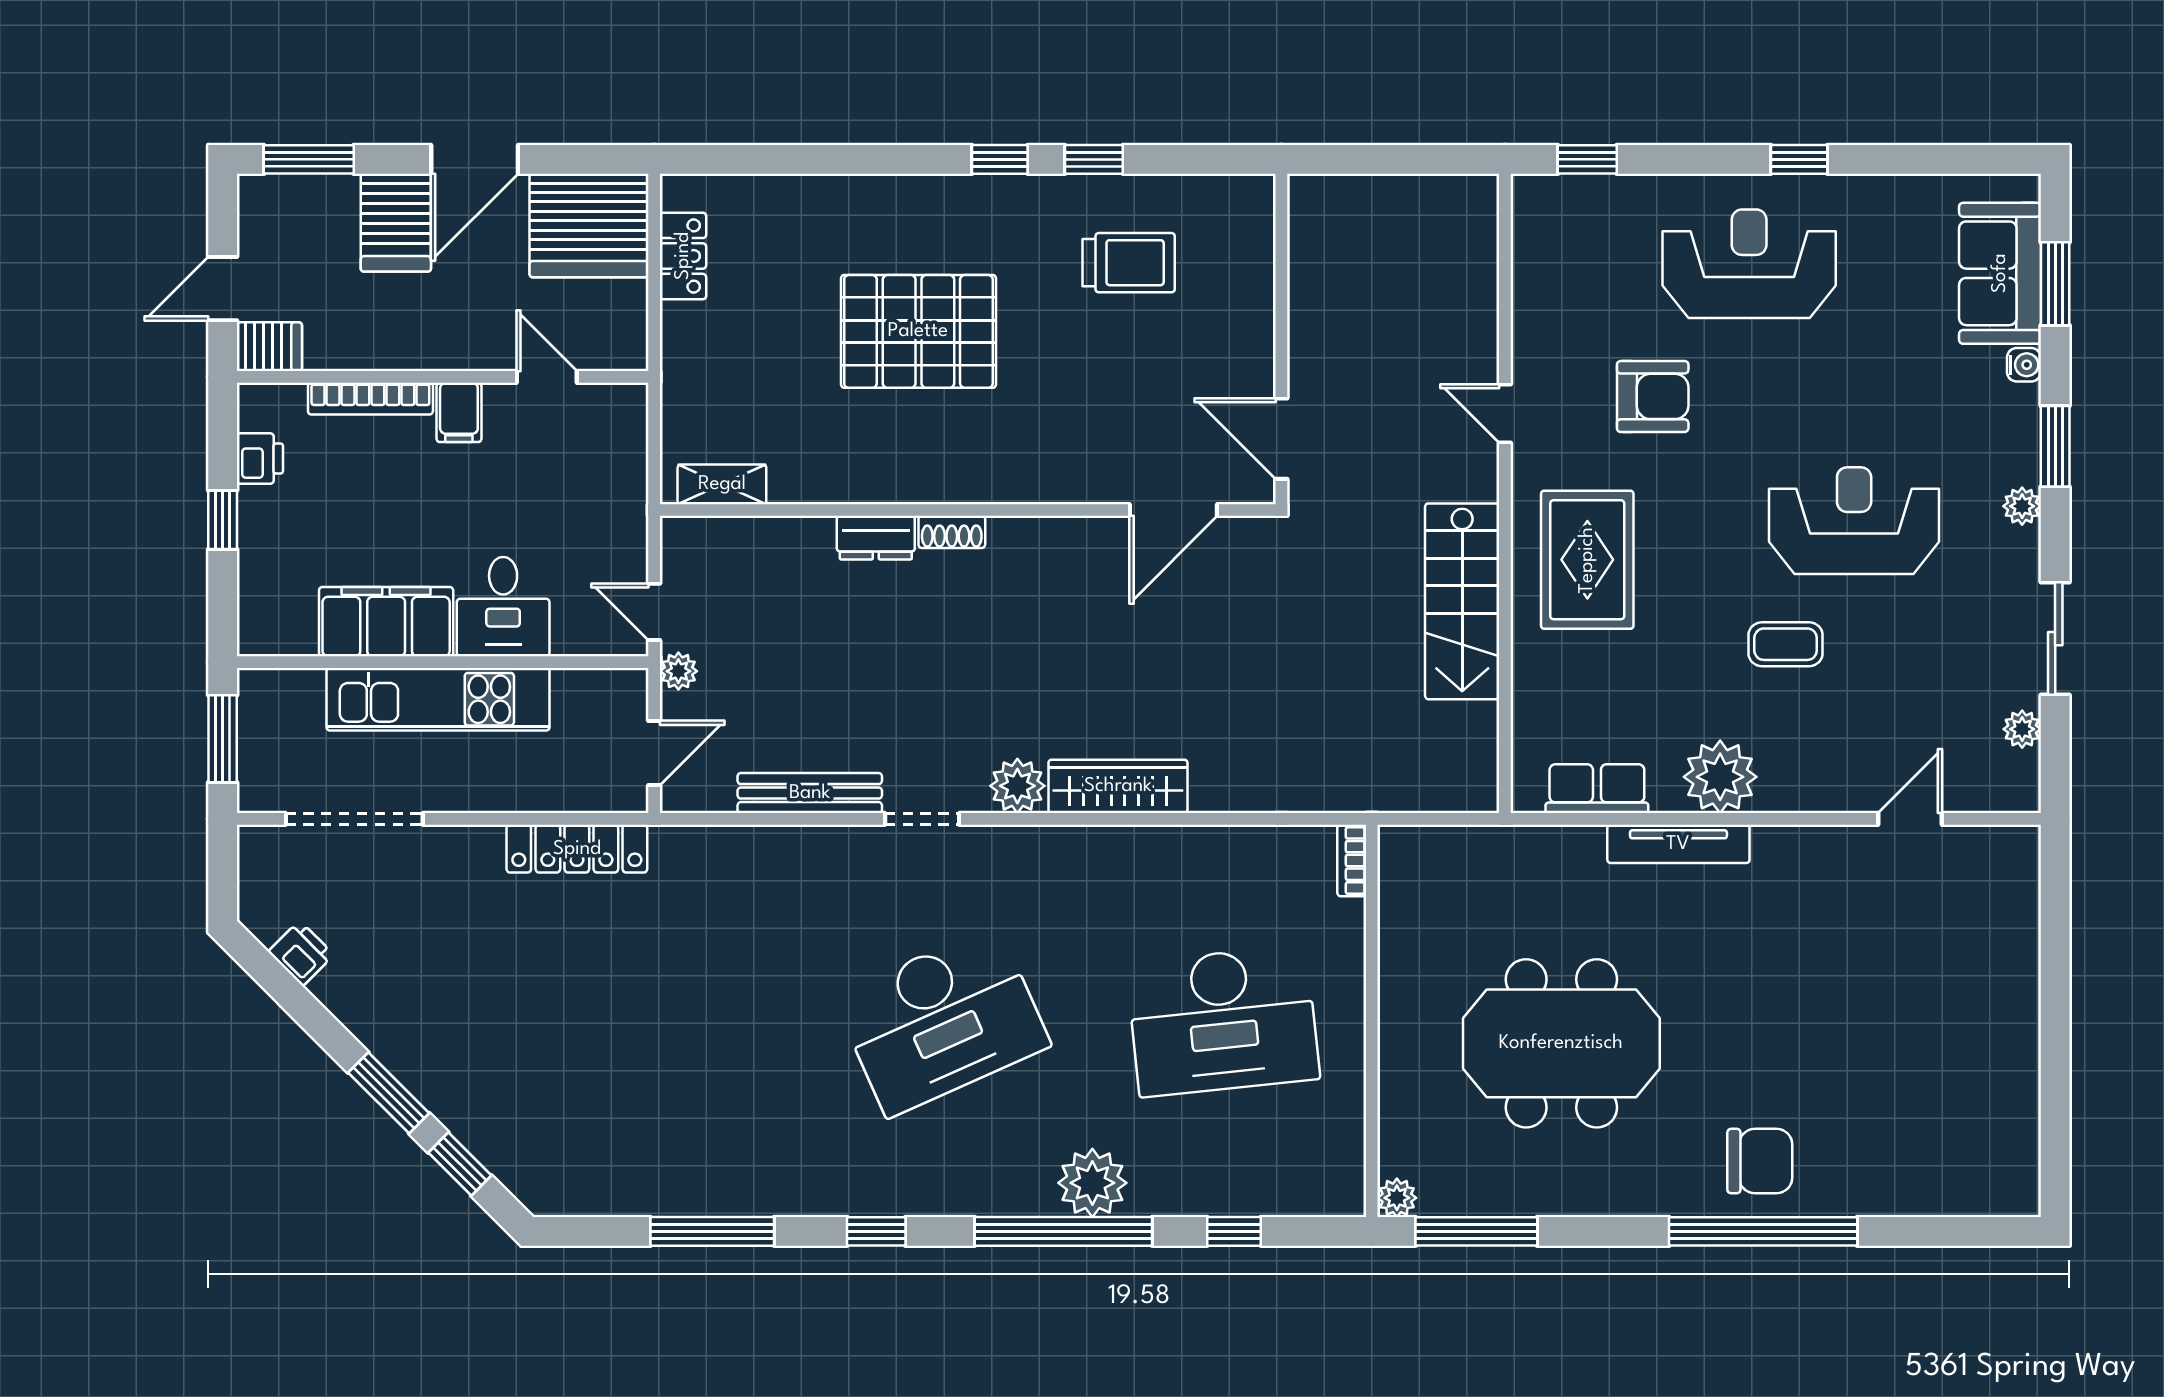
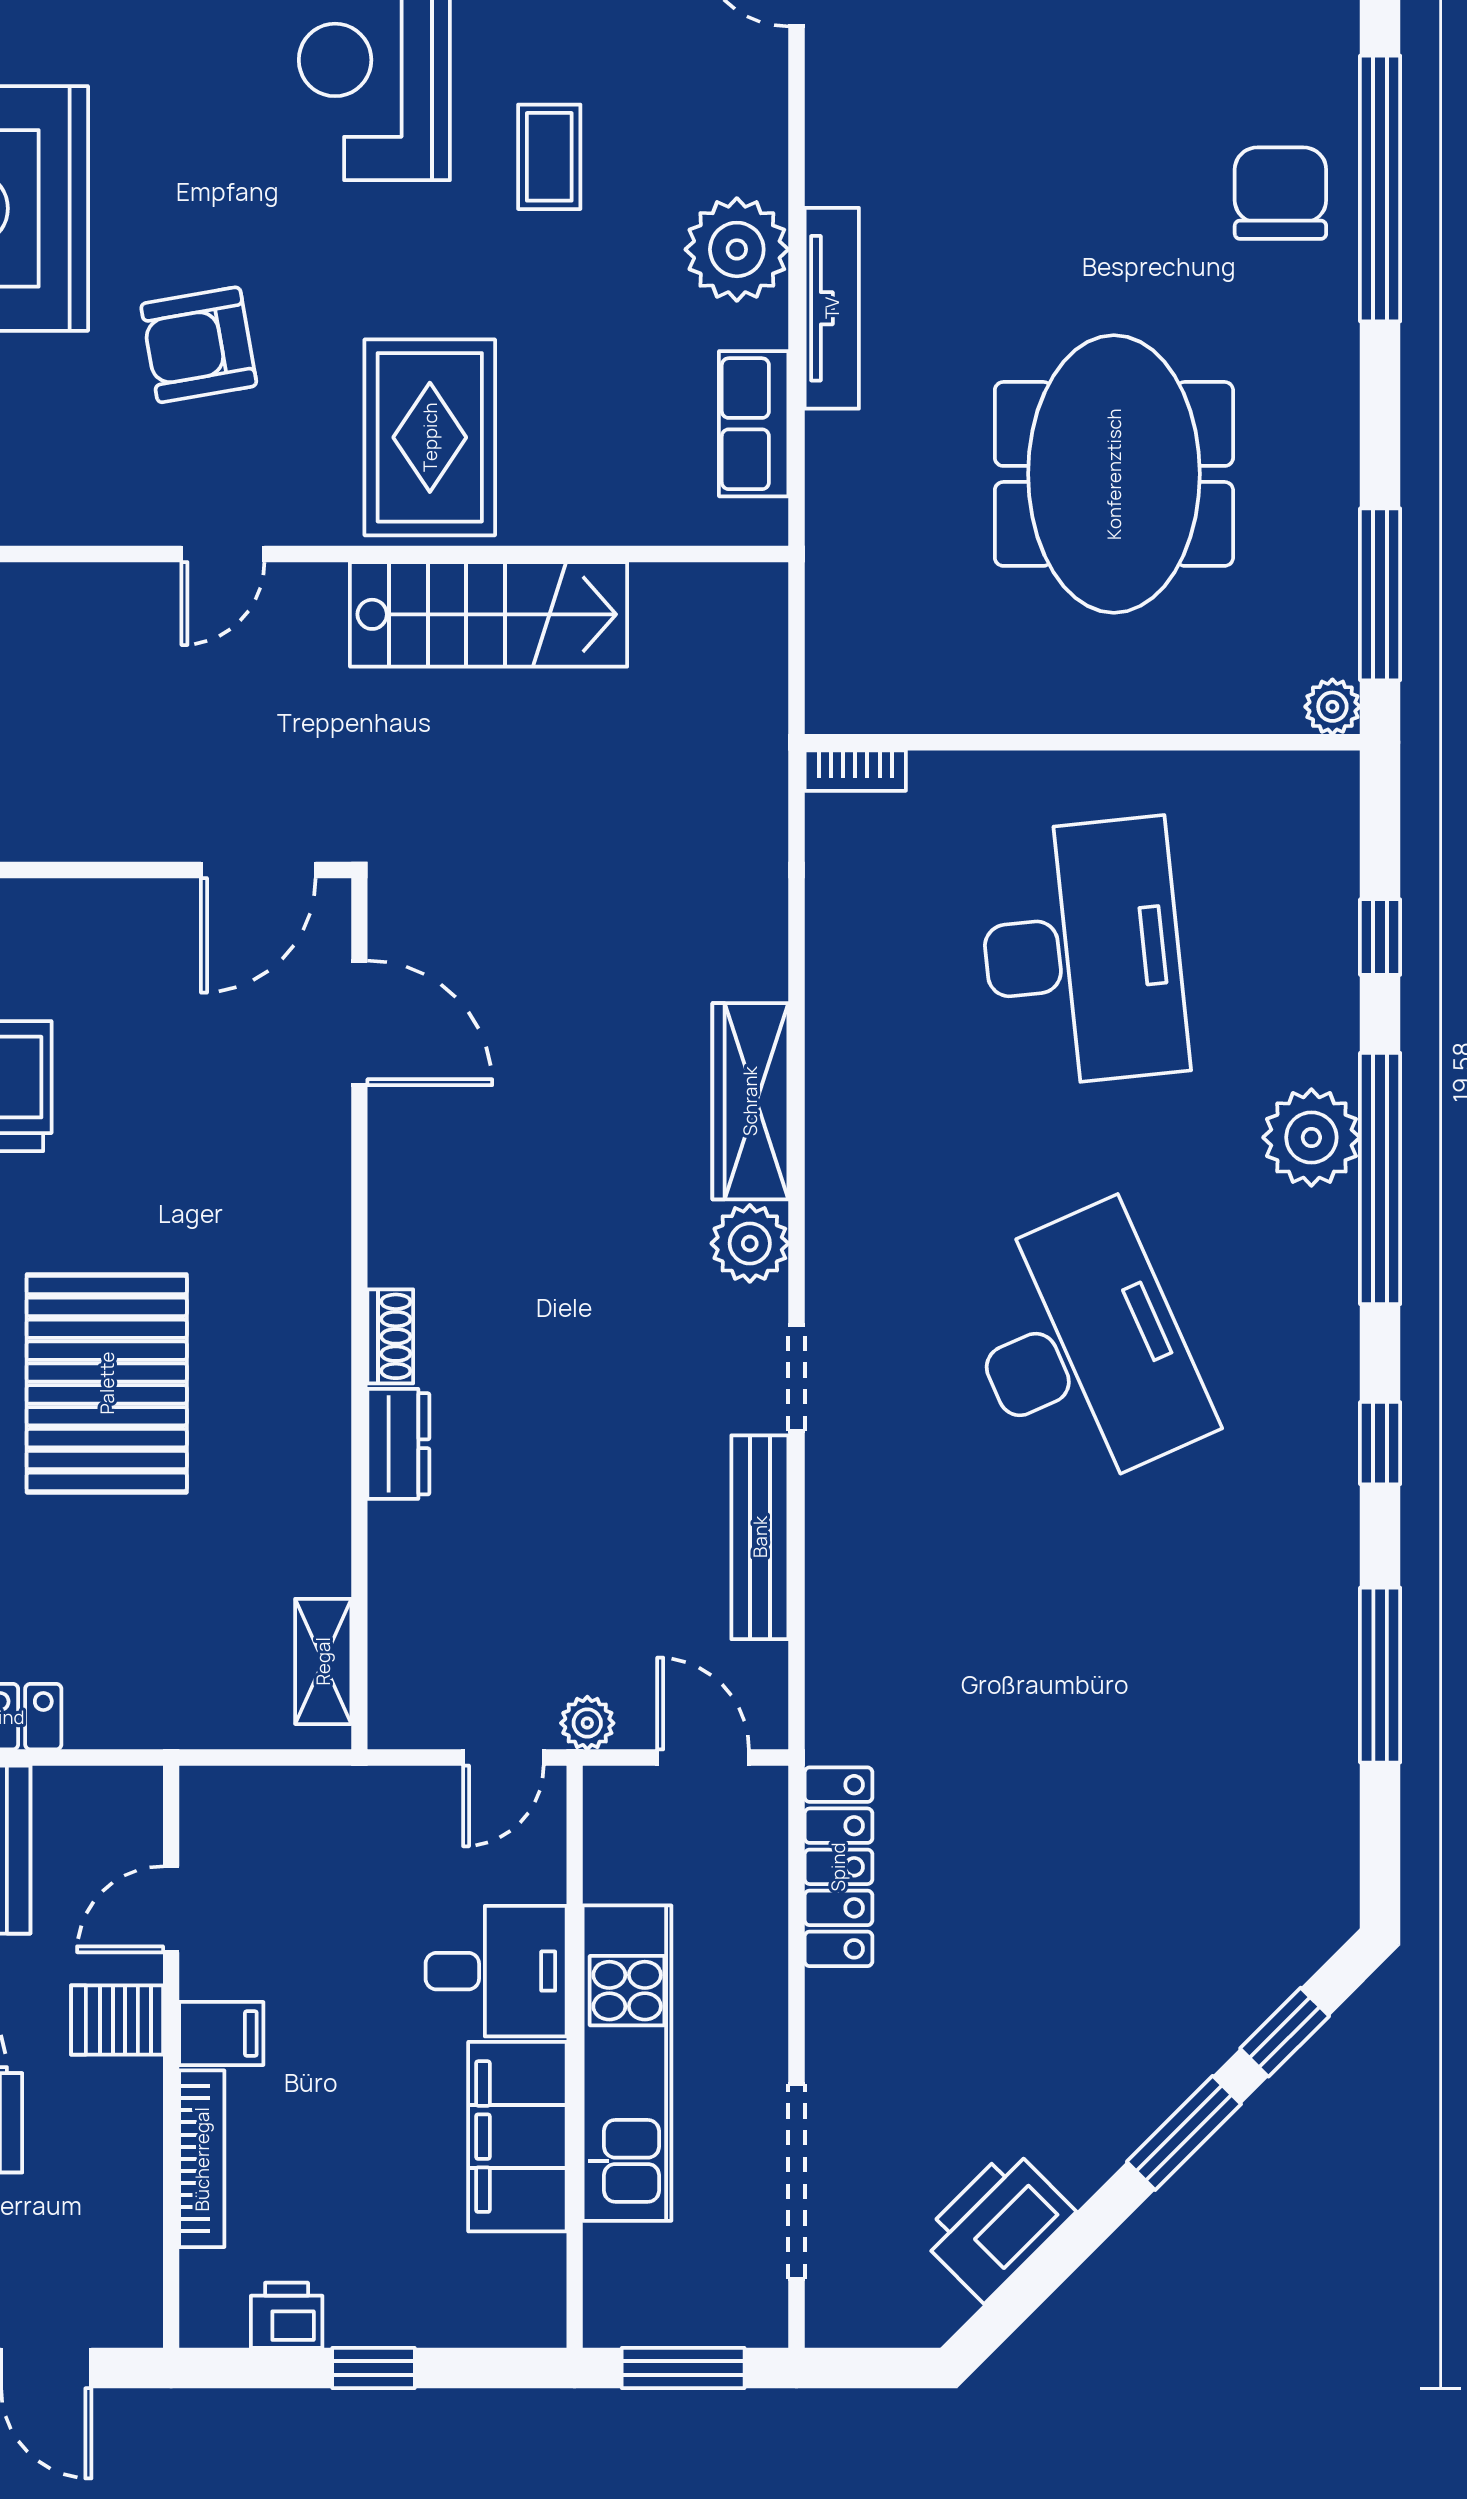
server rack: (269, 347) -> (117, 2020), moved, turned -90
armchair: (1653, 396) -> (199, 345), turned -100
rug: (1587, 560) -> (430, 437), turned 90
printer: (301, 953) -> (997, 2225), width x1.87, depth x1.48

